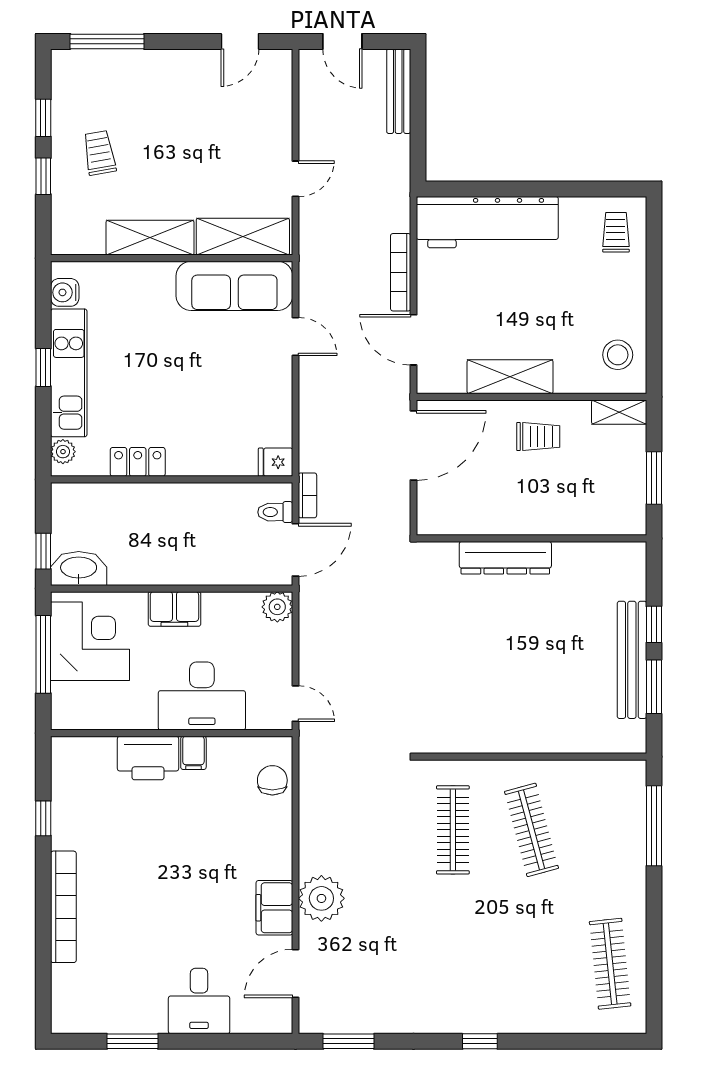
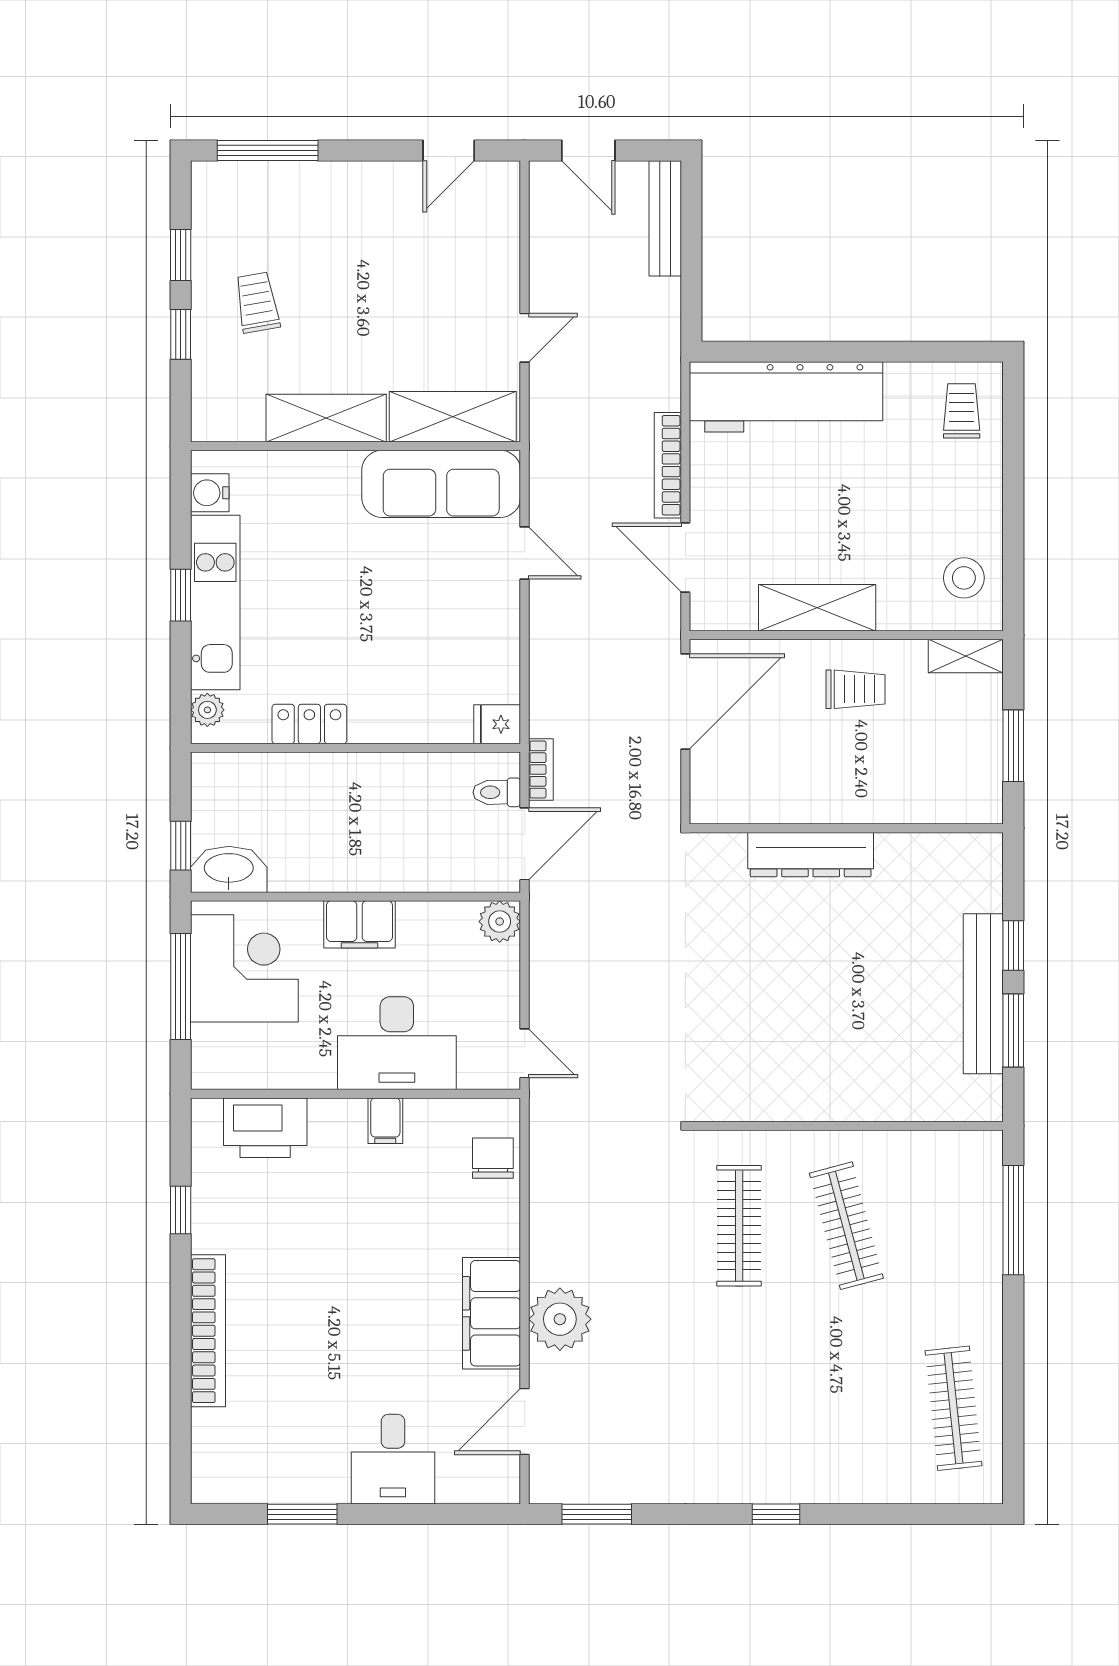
printer: (148, 758) -> (265, 1128), moved
filing cabinet: (274, 908) -> (492, 1313), width x1.50, depth x1.17

